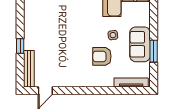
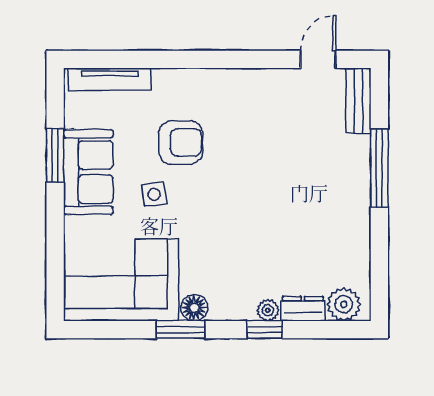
window: (20, 46) -> (379, 168), width x2.17
bench: (29, 69) -> (358, 101), width x0.73

